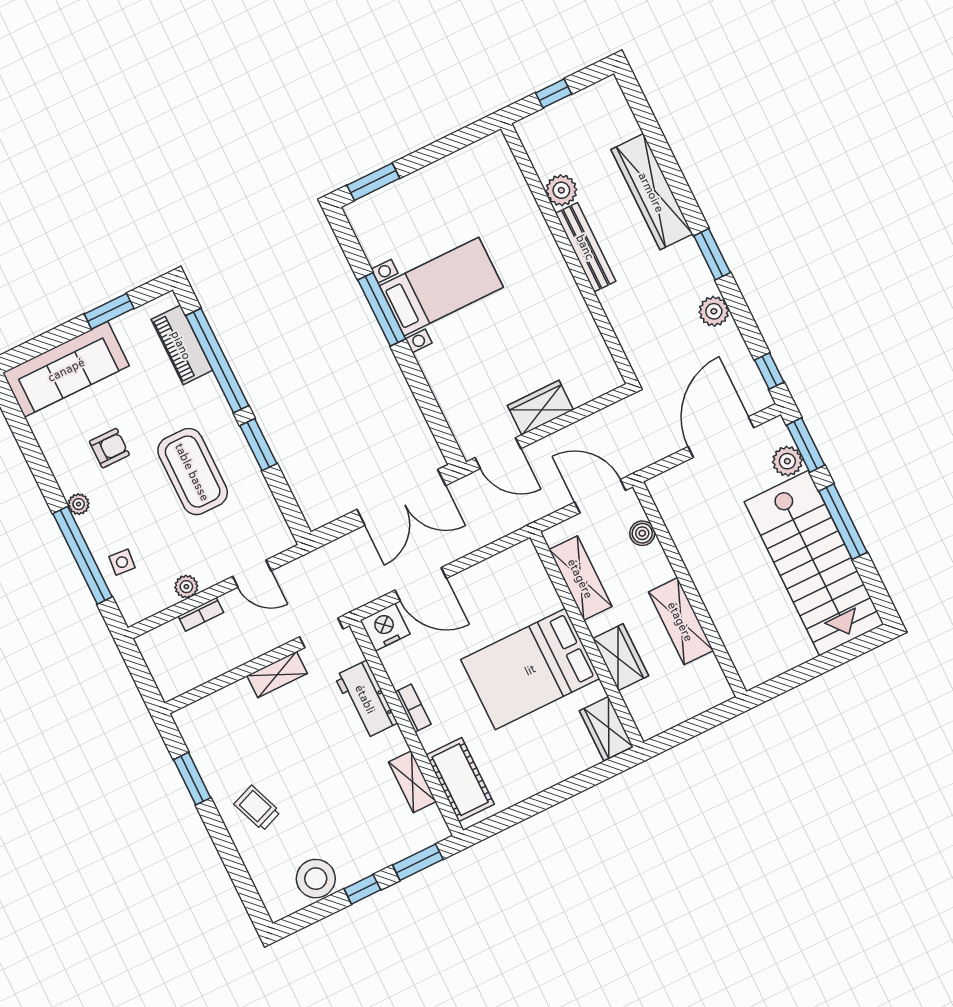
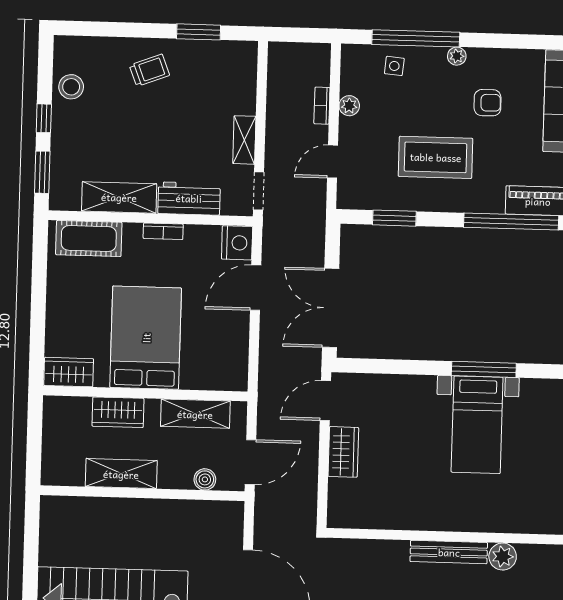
window: (258, 445) -> (394, 218), moved
armchair: (109, 448) -> (487, 103), turned -91
shelving: (412, 782) -> (119, 197), width x1.50, depth x1.33
stool: (316, 879) -> (71, 87), width x0.73, depth x0.73

